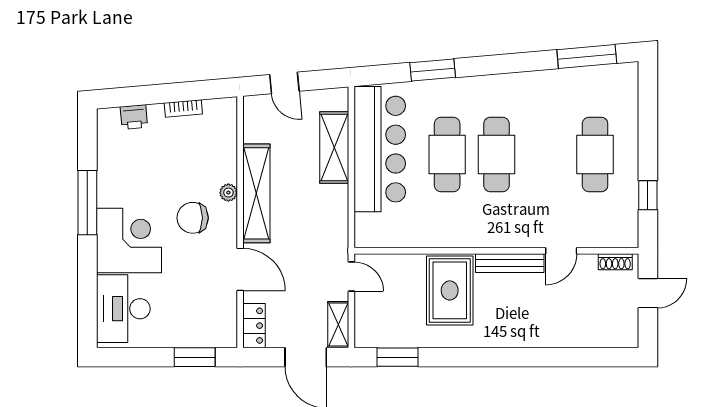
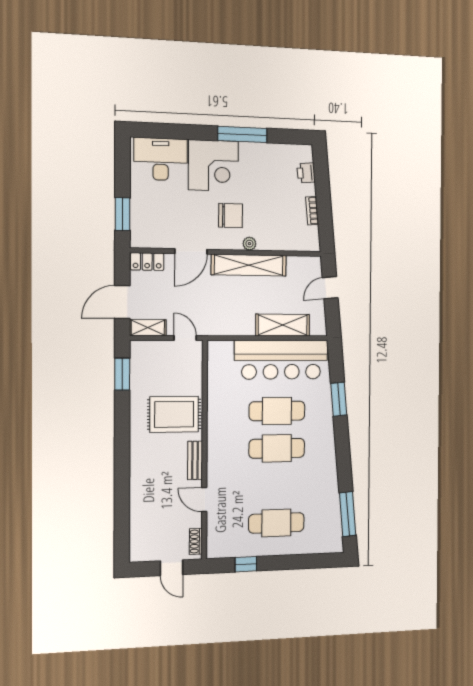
chair: (193, 218) -> (231, 216), turned 90
bench: (510, 263) -> (195, 460), width x0.73
door: (351, 277) -> (185, 338), swing flipped

